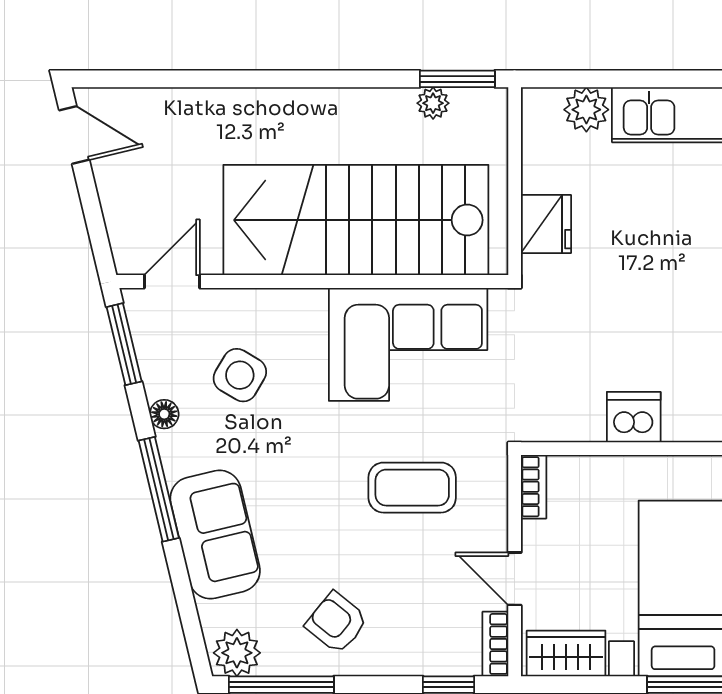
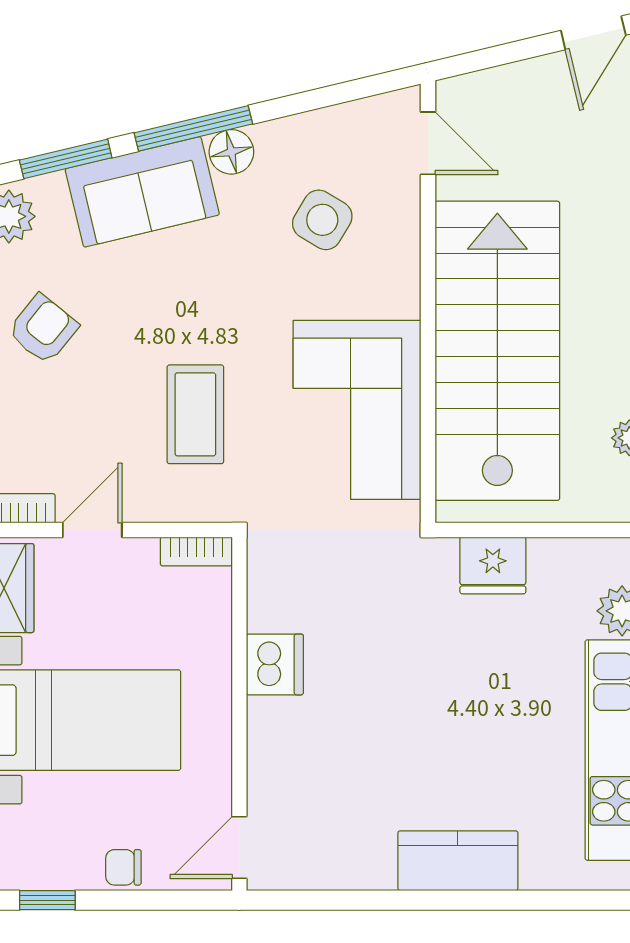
window: (124, 344) -> (66, 159), moved
floor lamp: (164, 414) -> (231, 152), moved, width x1.37, depth x1.37

